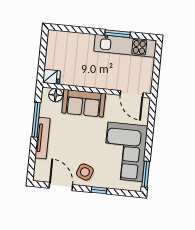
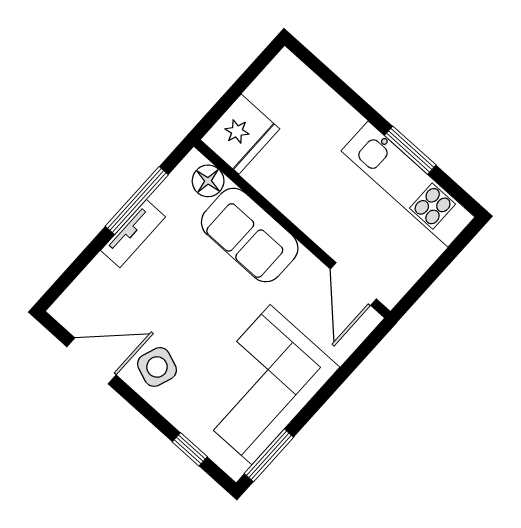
fridge: (51, 77) -> (240, 134), width x1.88, depth x1.34
tv unit: (42, 138) -> (133, 234), width x0.71
door: (61, 186) -> (91, 361), hinge flipped
window: (99, 190) -> (190, 449), moved

